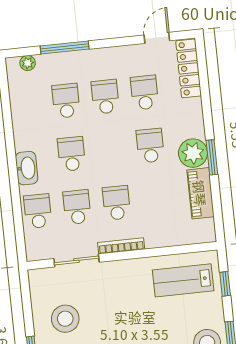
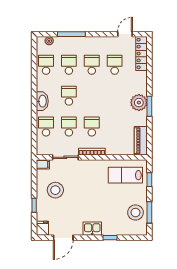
school desk: (150, 146) -> (46, 65), moved
piano: (200, 193) -> (141, 141), moved
filing cabinet: (39, 277) -> (43, 164), added

